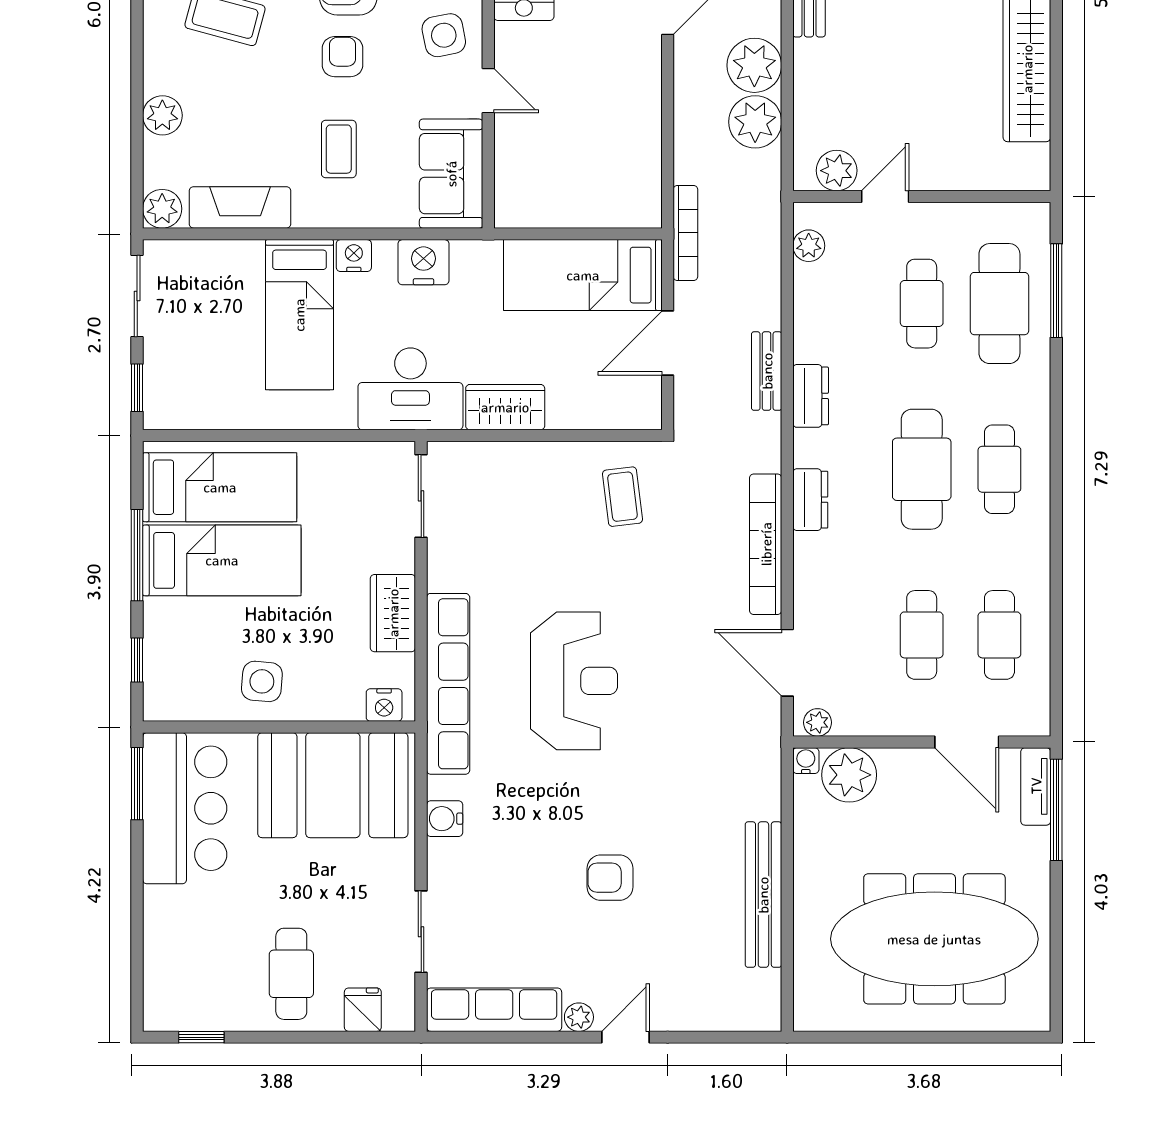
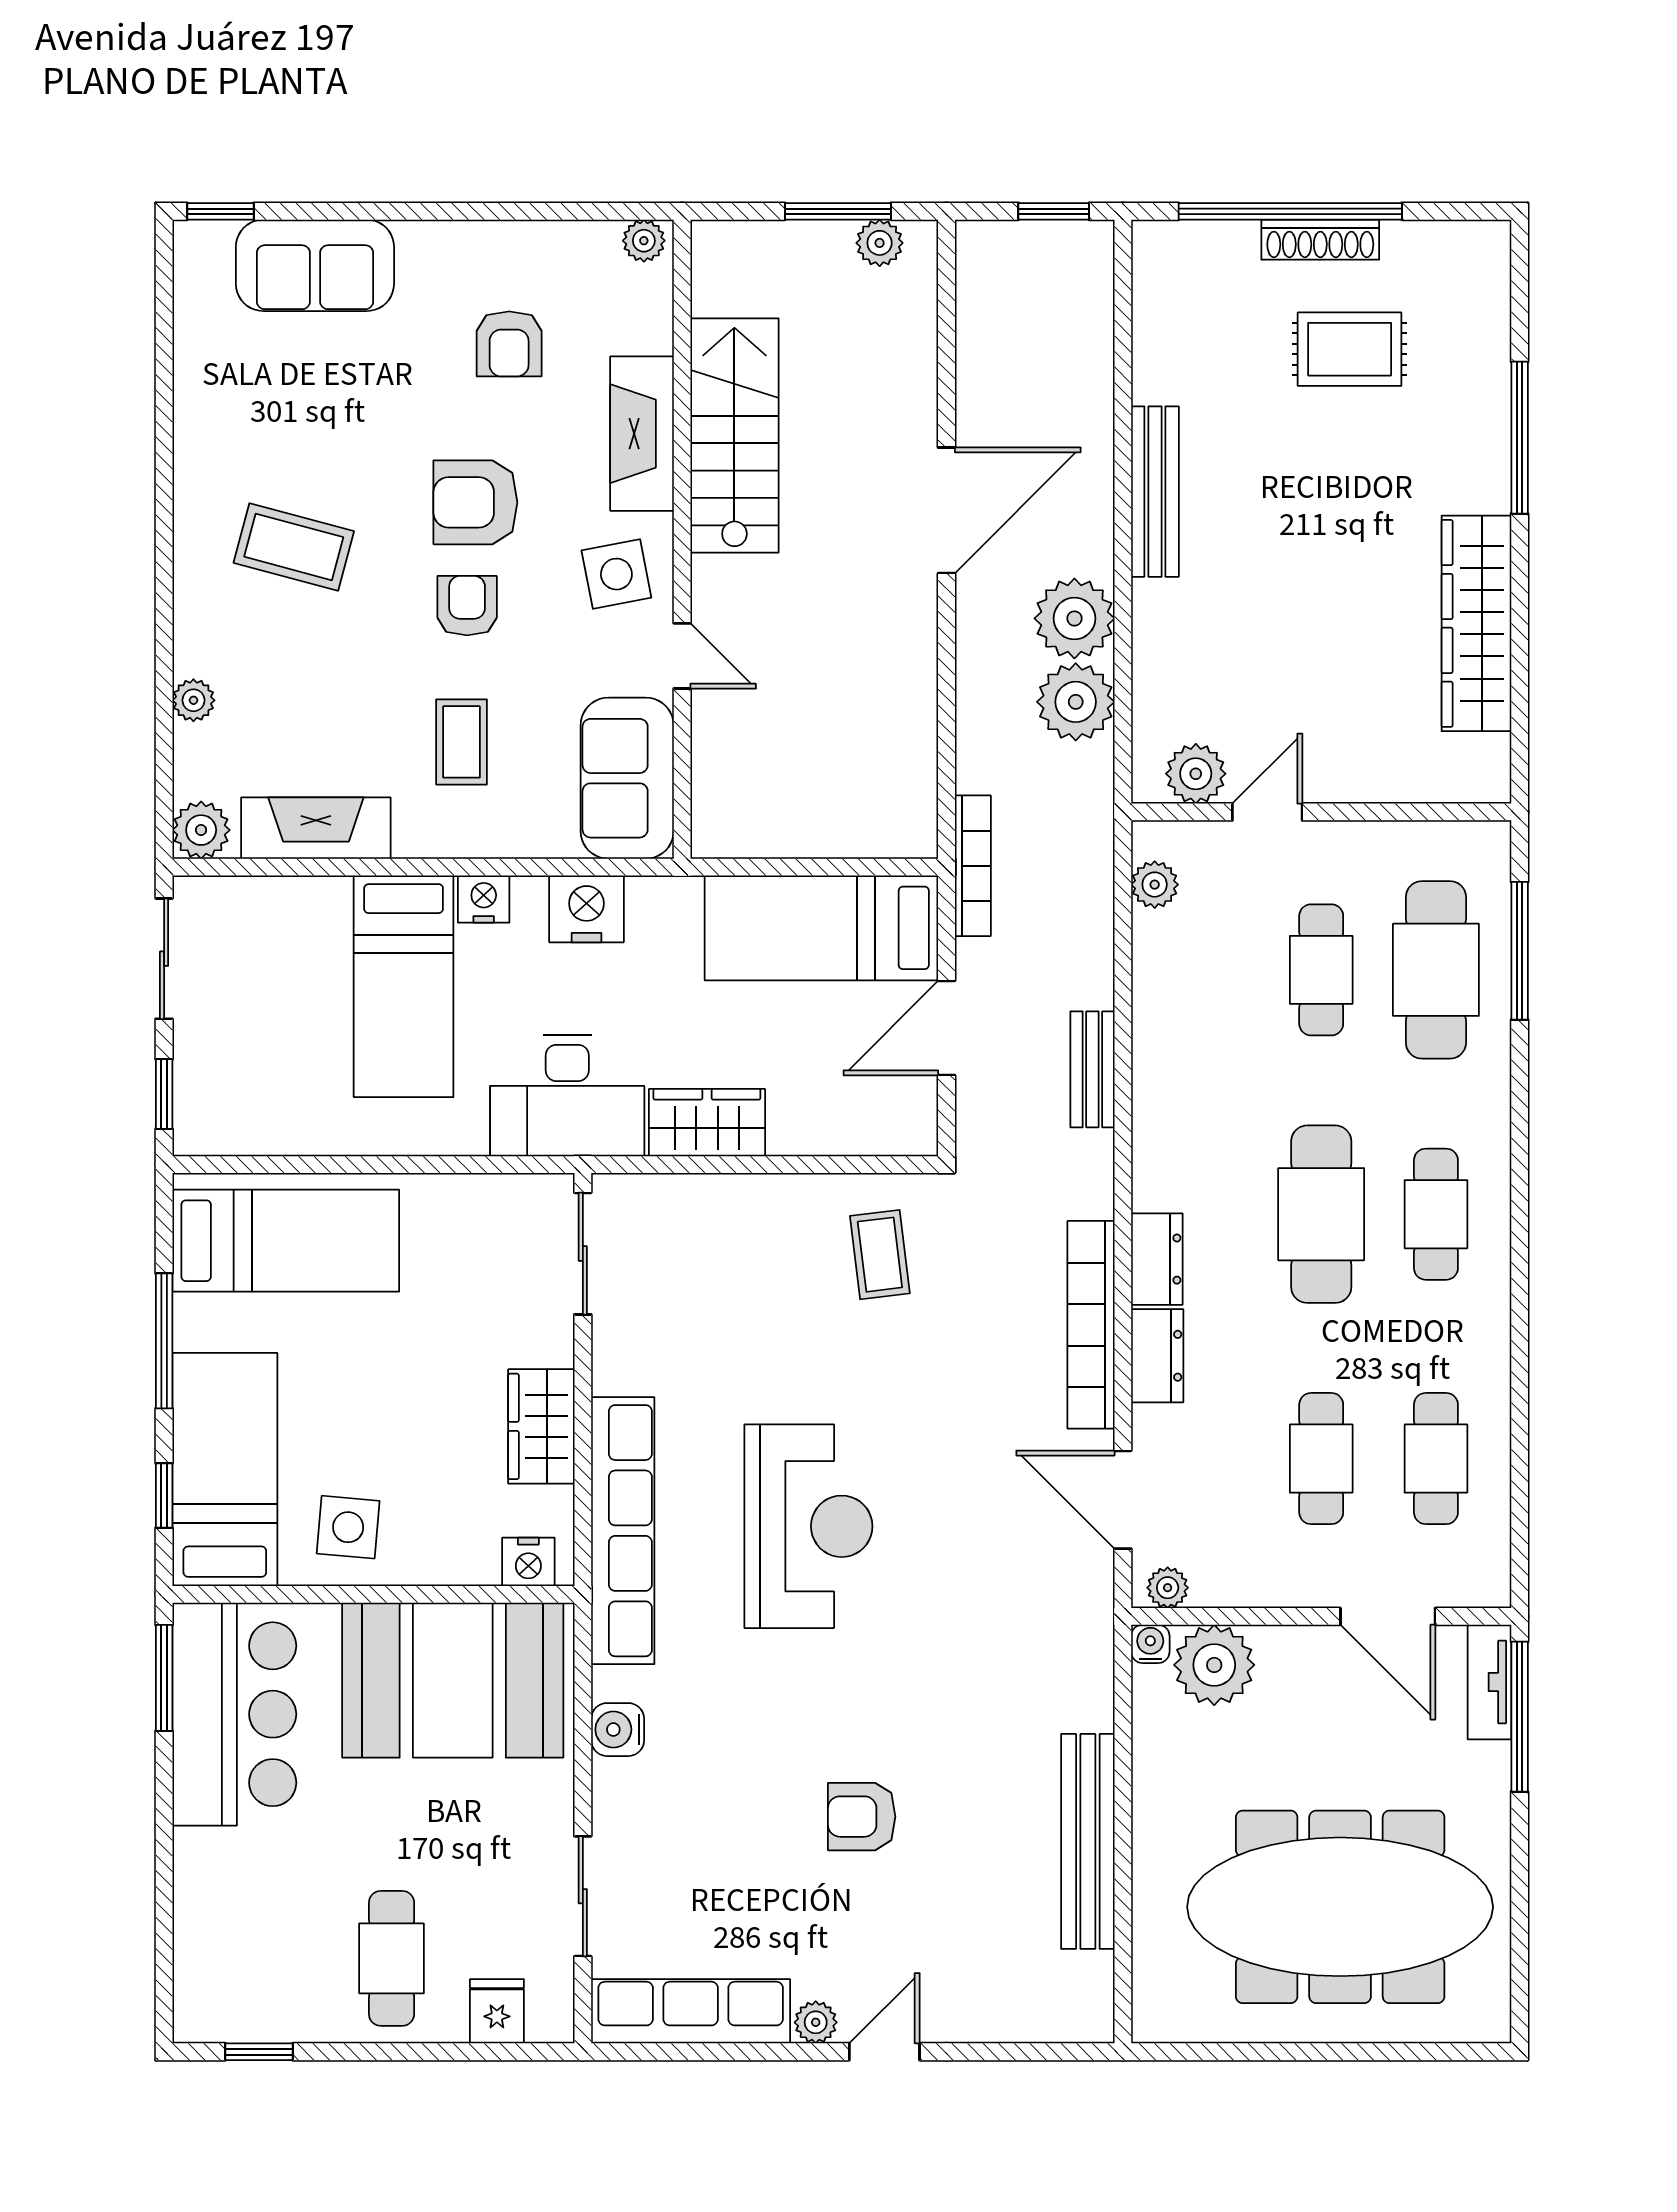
plant: (162, 115) -> (193, 700), width x0.73, depth x0.73
dresser: (811, 396) -> (1157, 1356), moved
bed: (222, 560) -> (225, 1469), moved, turned -90

